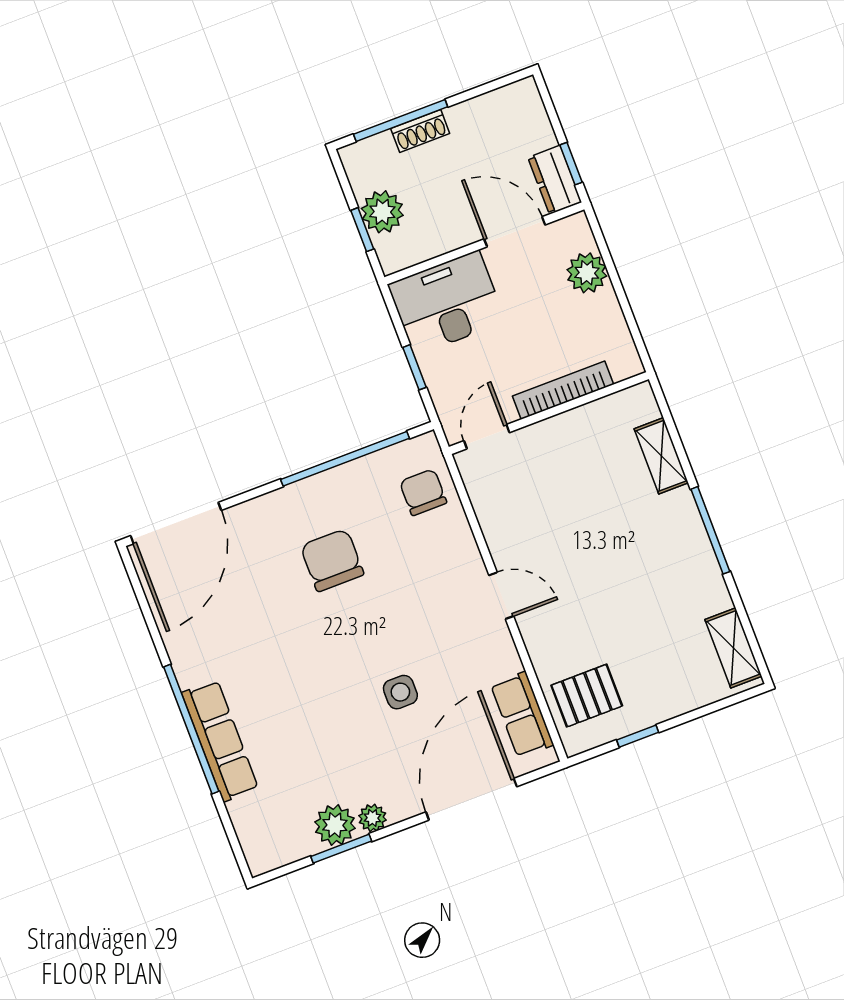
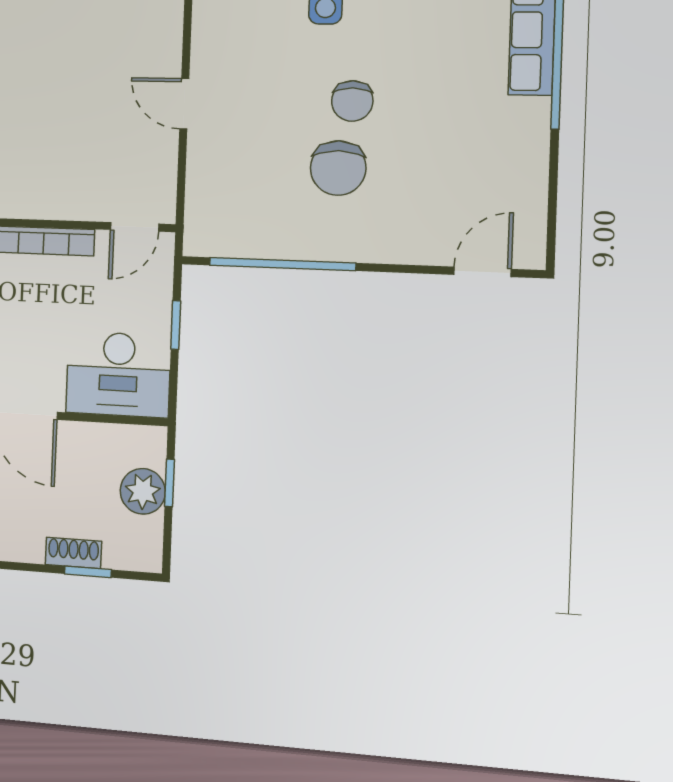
window: (401, 121) -> (88, 572), width x0.46
chair: (423, 492) -> (352, 101), moved
door: (176, 523) -> (483, 272), width x0.53
door: (501, 596) -> (184, 104), moved

